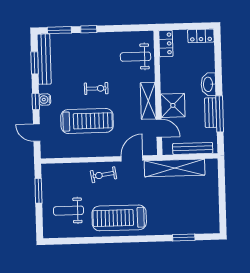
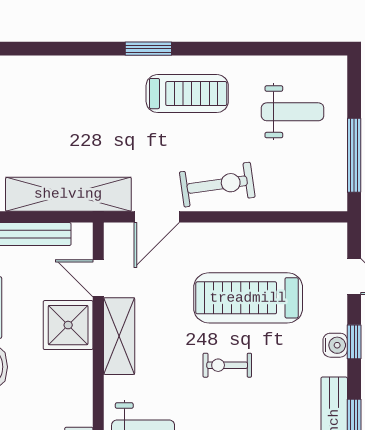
exercise bike: (104, 175) -> (217, 185), width x1.38, depth x1.39
window: (38, 191) -> (354, 155), width x1.44
treadmill: (119, 218) -> (187, 94), width x0.73, depth x0.73
window: (184, 237) -> (148, 49), moved

